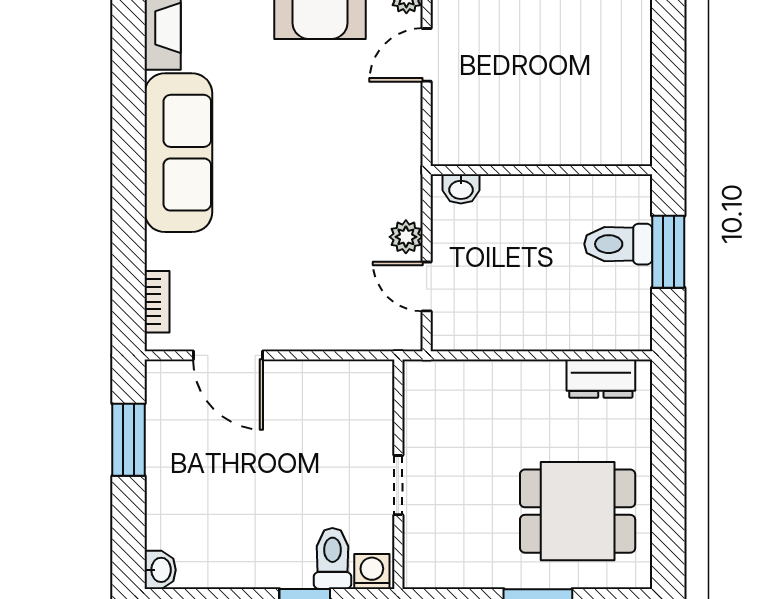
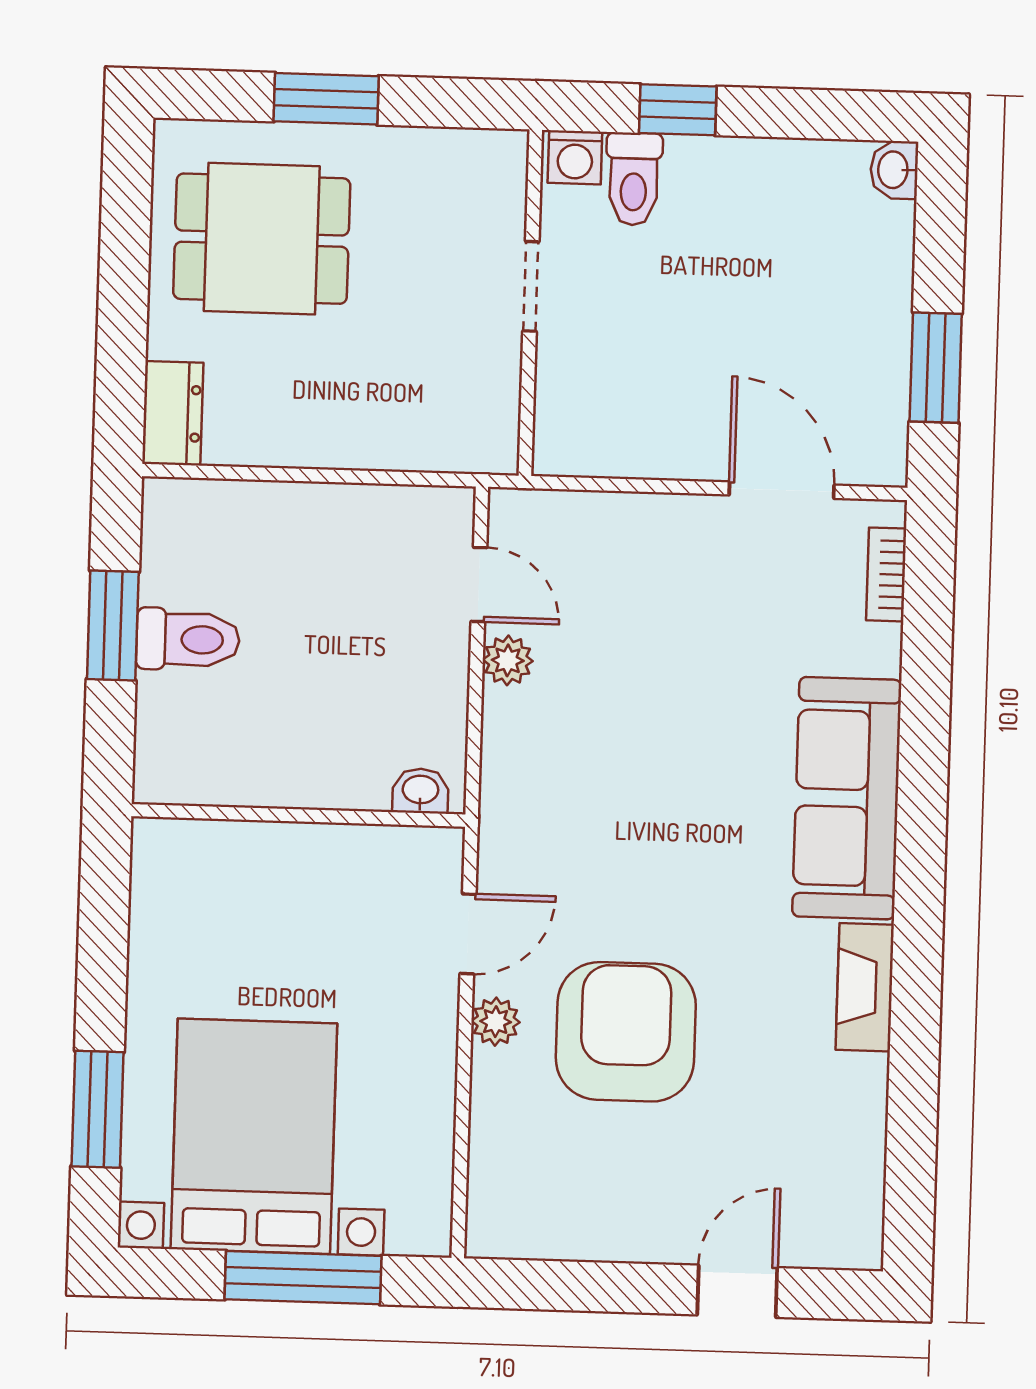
wall: (541, 170) -> (298, 815), moved
washbasin: (461, 189) -> (420, 791), moved
dresser: (601, 379) -> (173, 413), moved, turned 90

